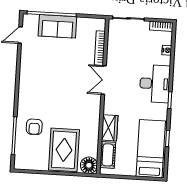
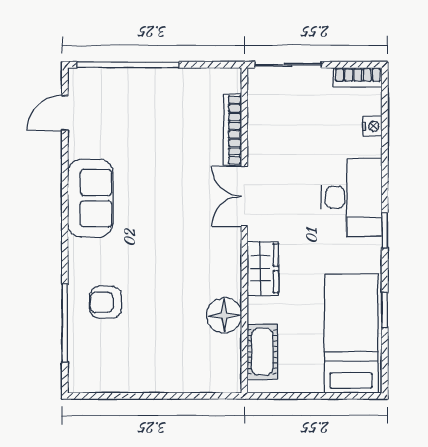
sofa: (57, 26) -> (90, 198), moved, turned -90
armchair: (34, 127) -> (106, 302), turned 90
wardrobe: (110, 128) -> (263, 268), moved
rug: (64, 150) -> (170, 347), removed
floor lamp: (89, 165) -> (224, 315), moved

